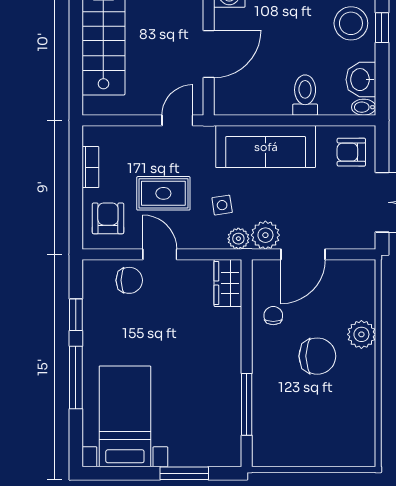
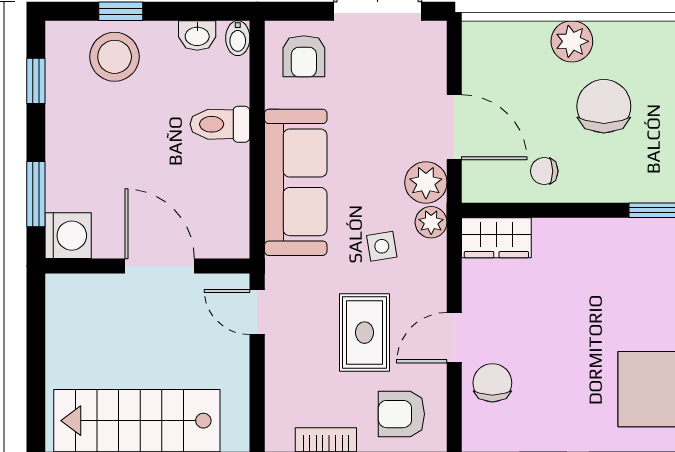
washbasin: (361, 80) -> (197, 35), width x0.72, depth x0.69

